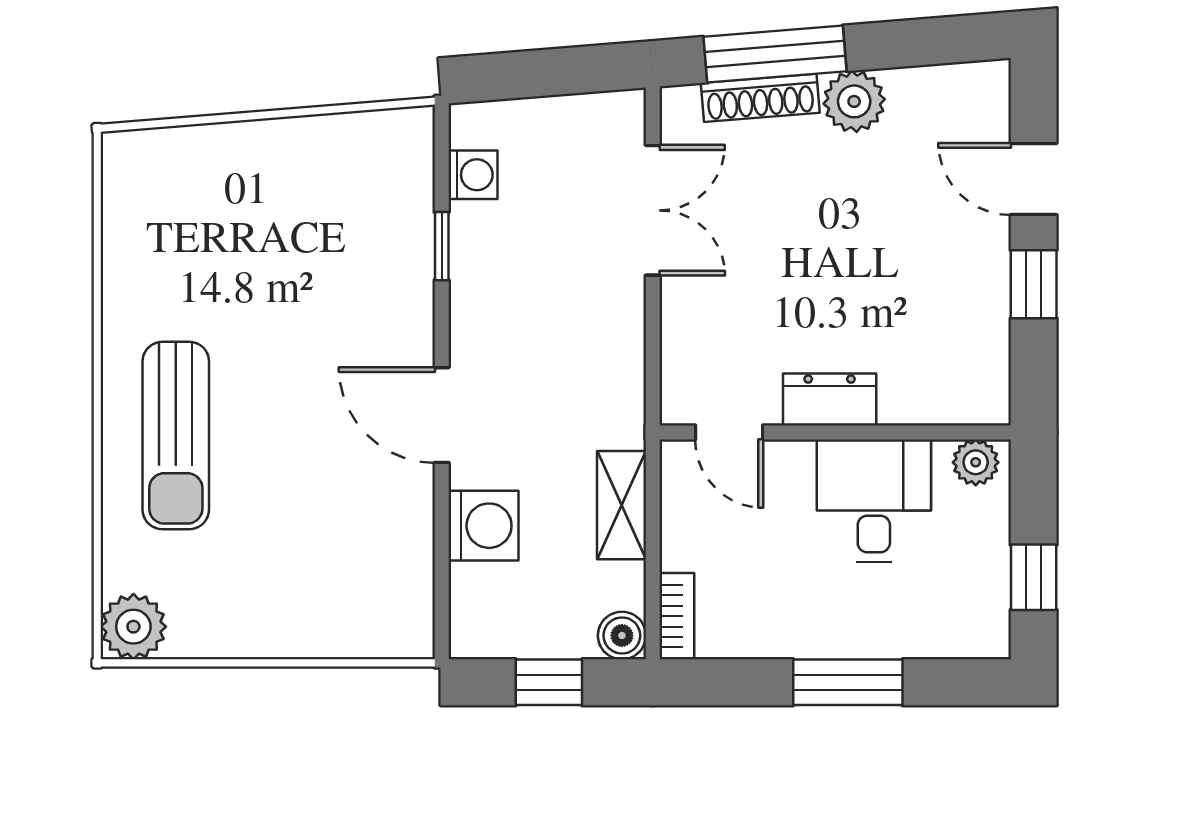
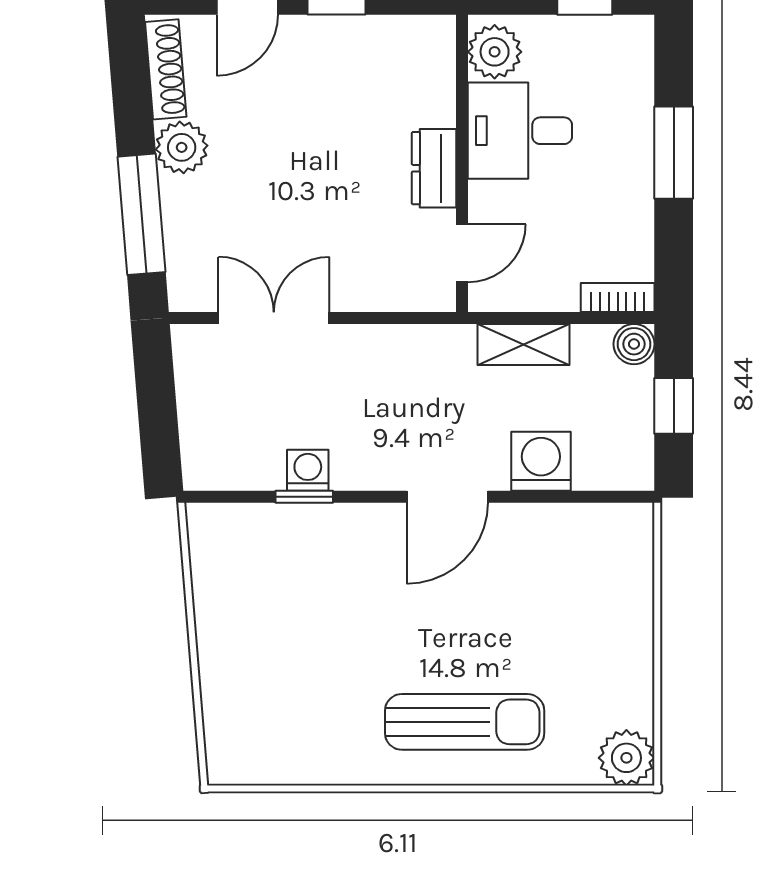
shoe rack: (760, 98) -> (166, 69), moved
washing machine: (473, 175) -> (308, 470), moved
plant: (976, 462) -> (495, 52), width x1.38, depth x1.38

